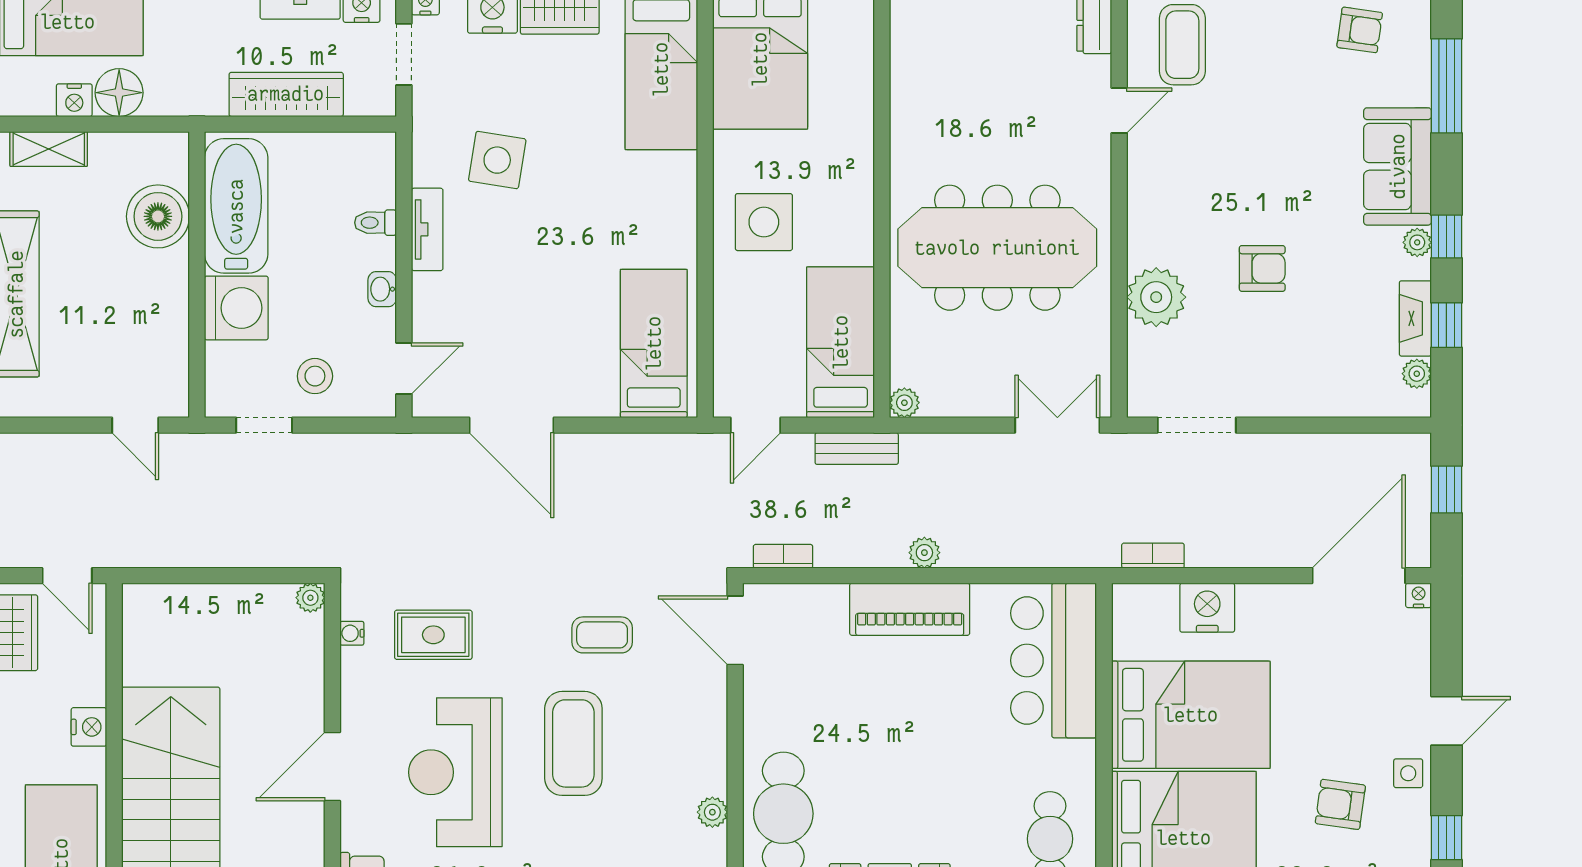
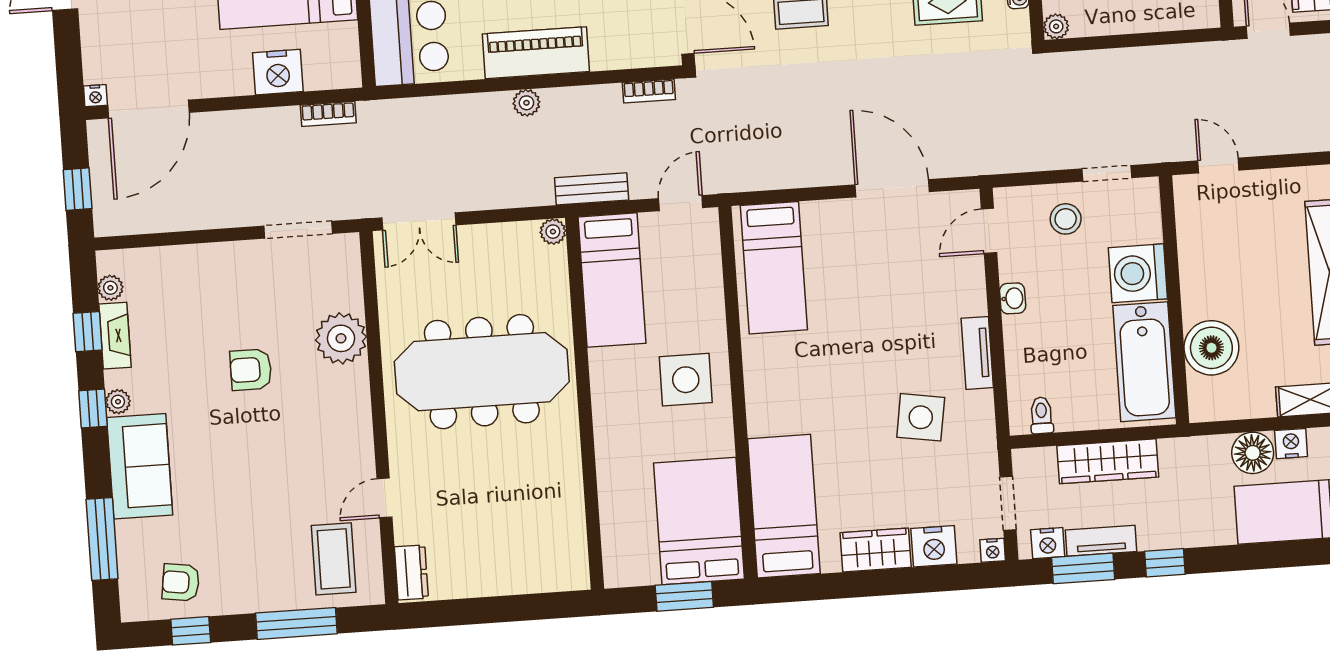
toilet: (376, 223) -> (1041, 415), moved, turned -90

